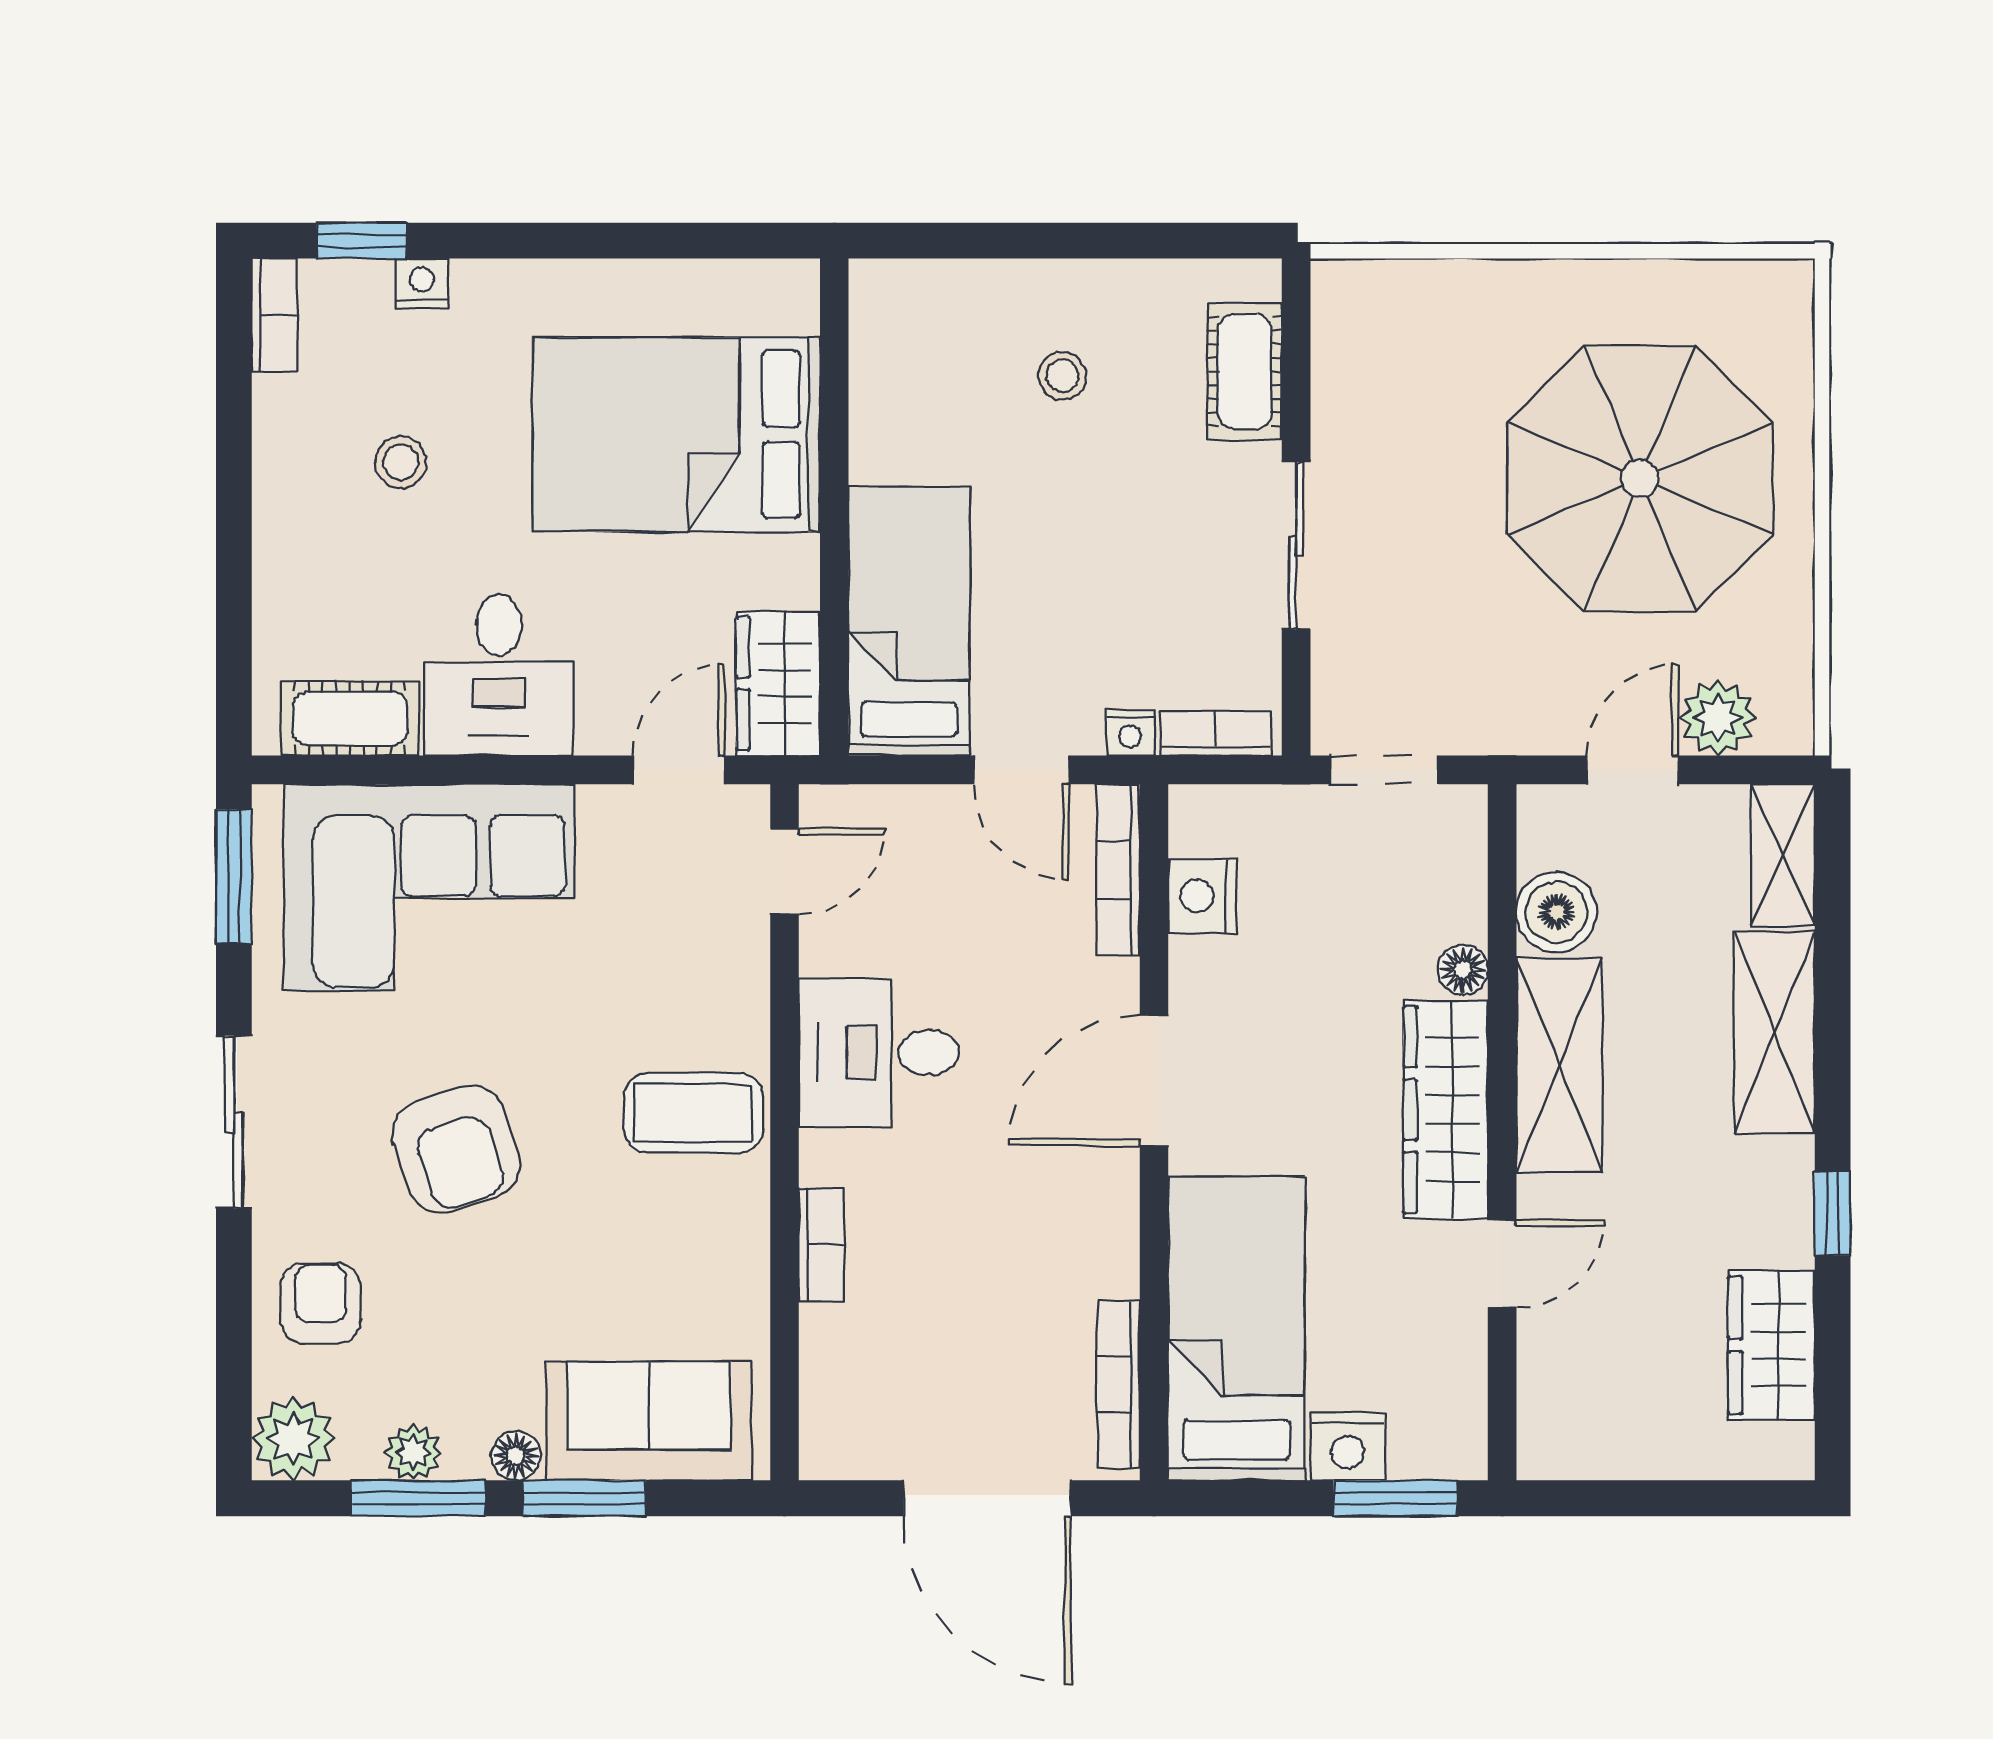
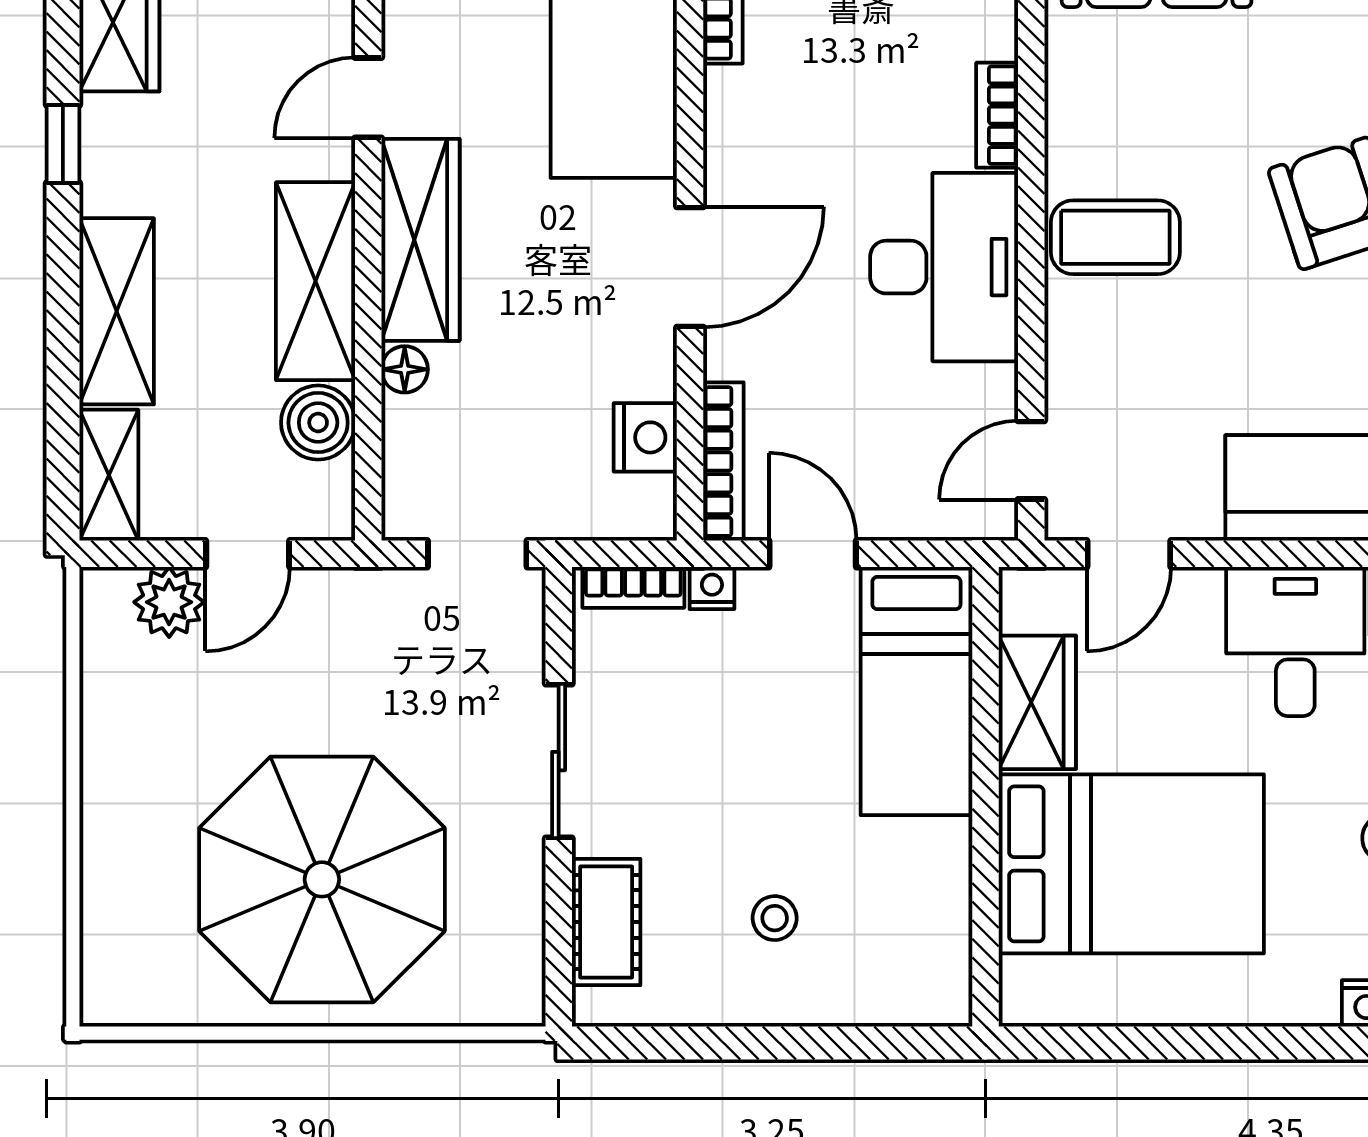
parasol: (1640, 479) -> (322, 879), moved
wardrobe: (778, 683) -> (1037, 702), moved
desk: (879, 1053) -> (944, 267), width x1.37

